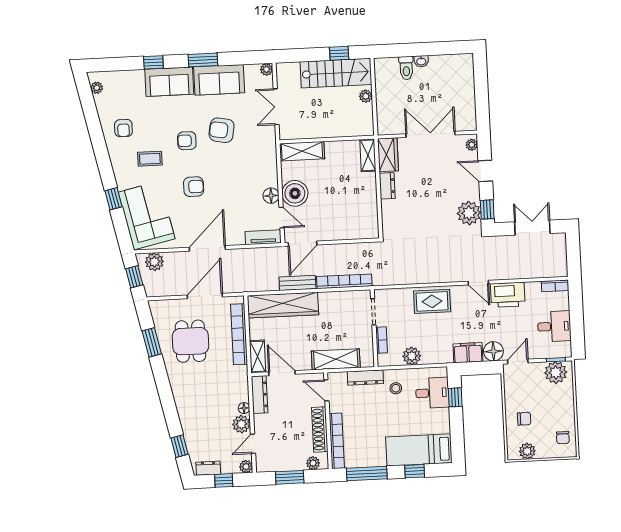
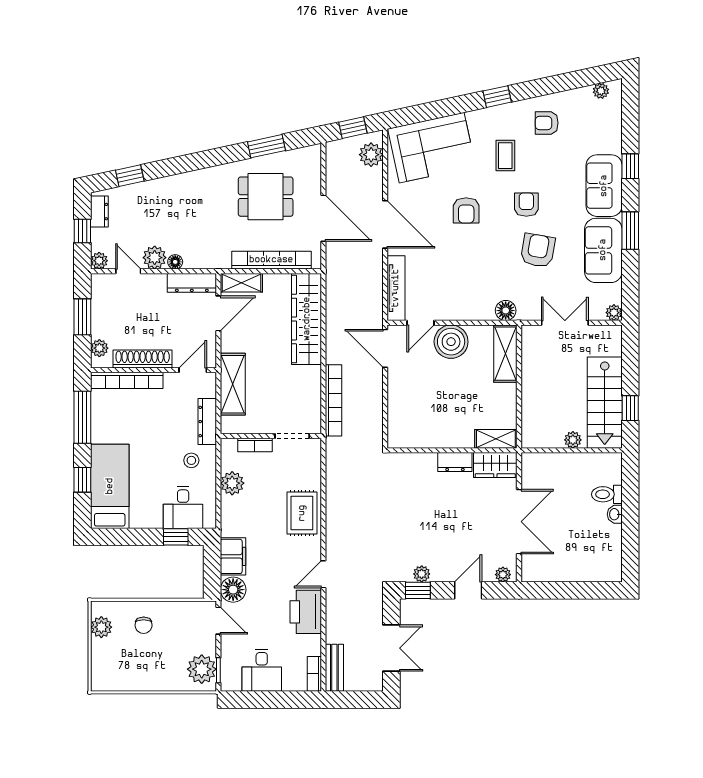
floor lamp: (271, 196) -> (506, 311), moved
window: (113, 199) -> (497, 97), moved
plant: (469, 213) -> (422, 574), width x0.53, depth x0.53
tv unit: (263, 237) -> (396, 288), width x1.41
bench: (297, 283) -> (334, 668), moved
chair: (563, 438) -> (117, 674), removed

